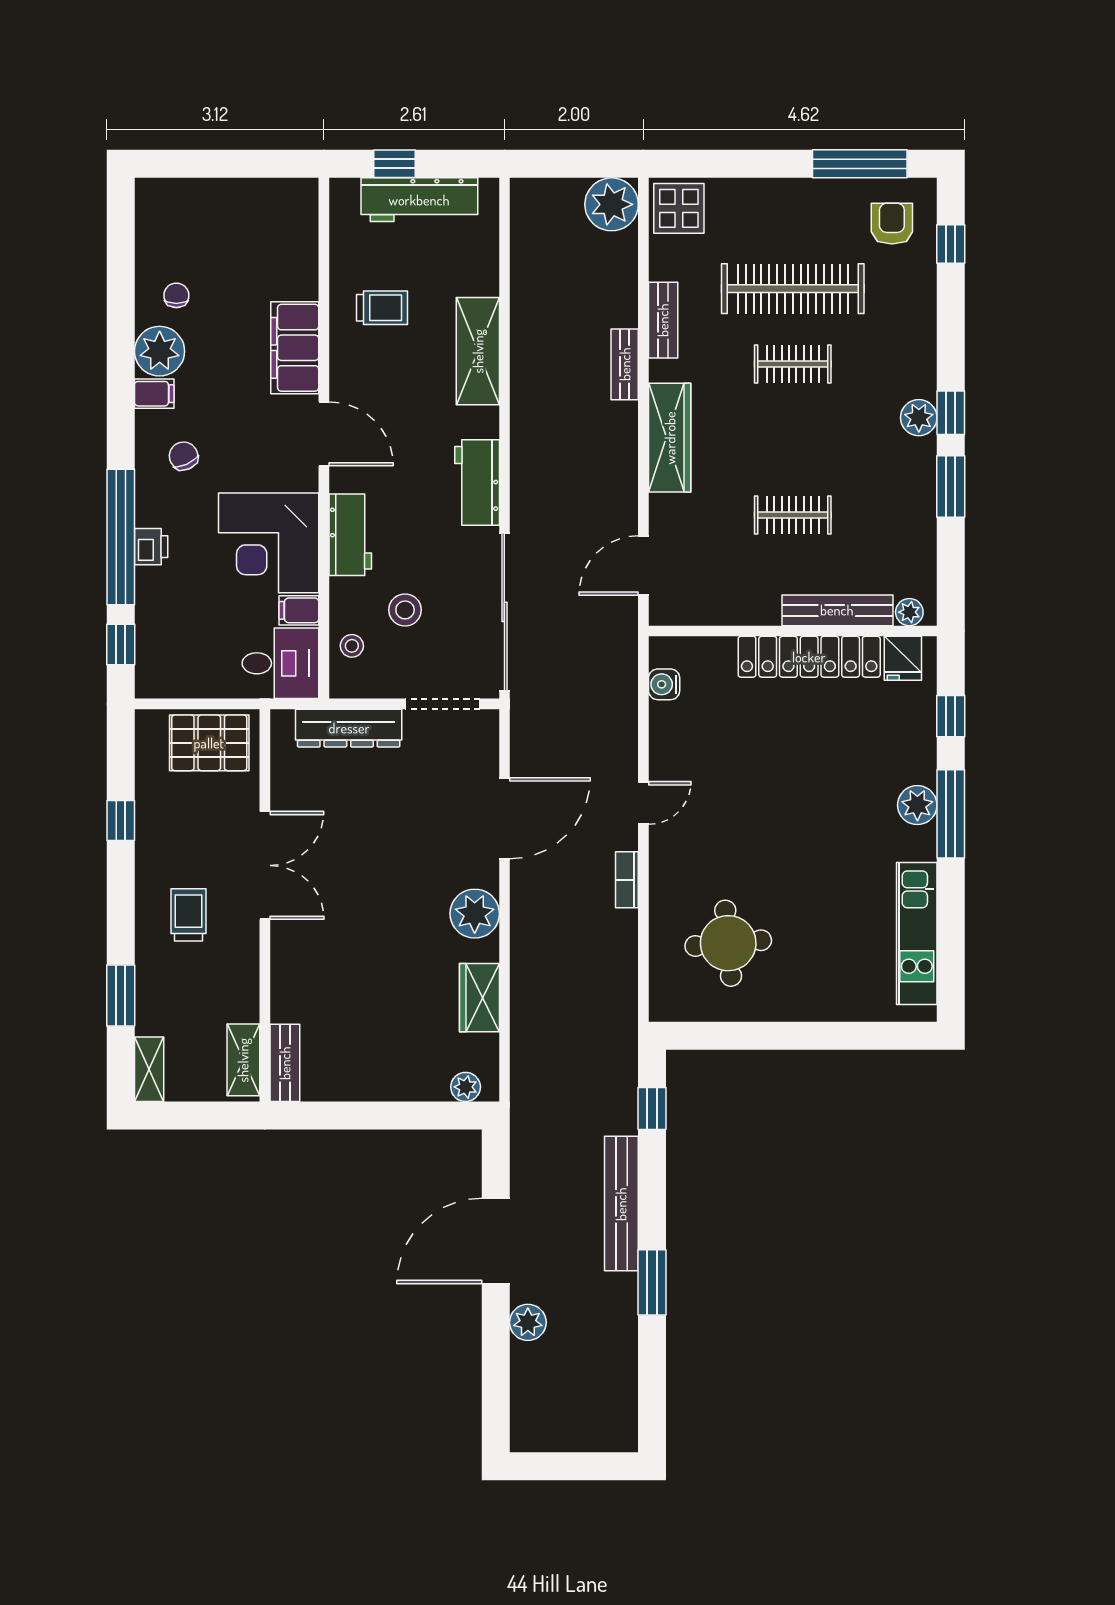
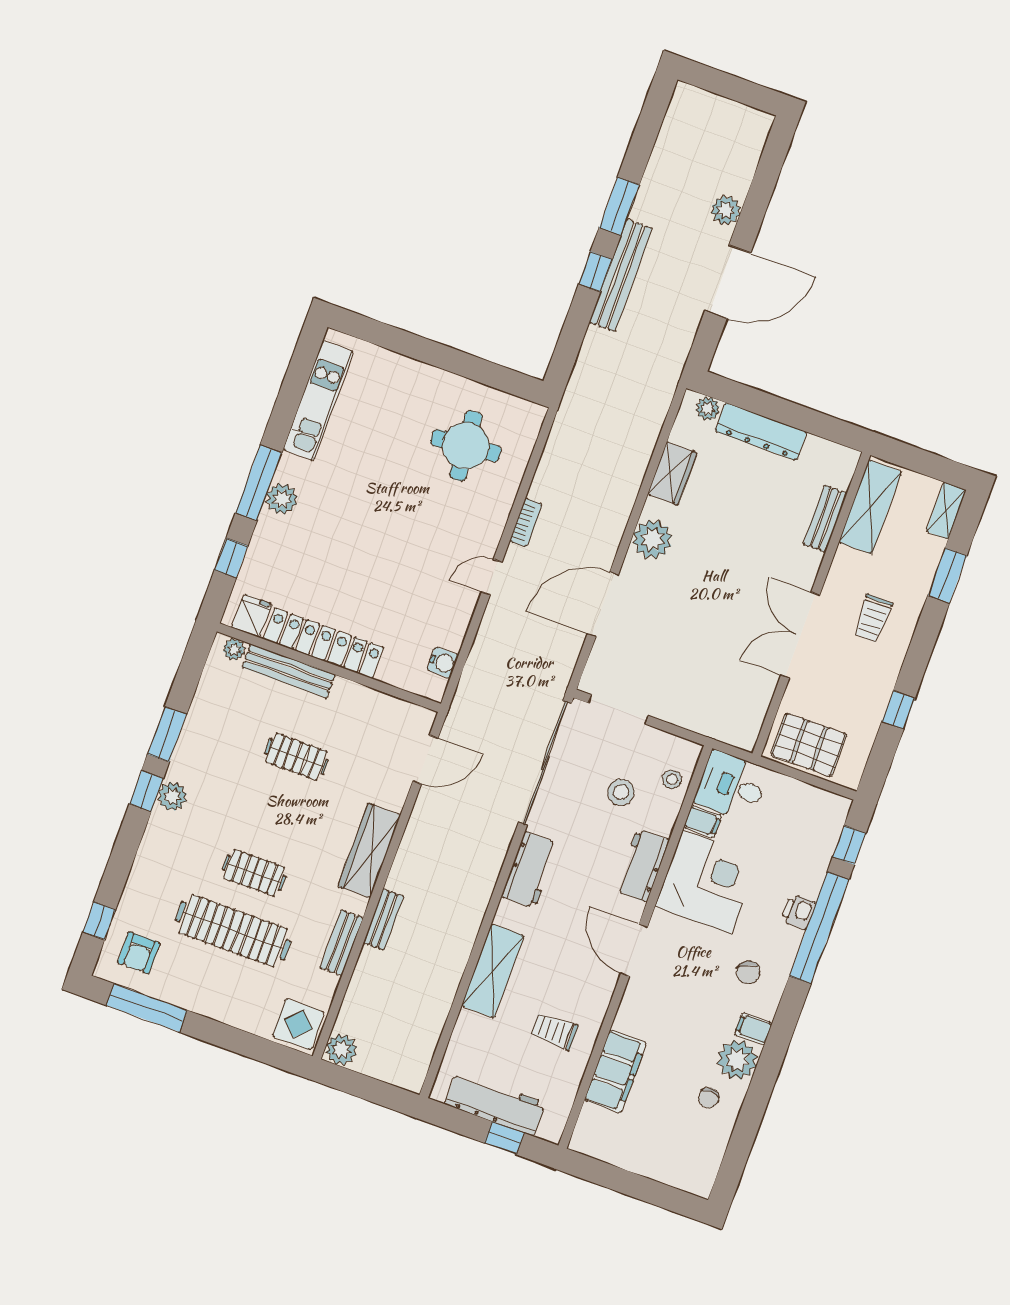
plant: (612, 204) -> (341, 1050), width x0.73, depth x0.73
filing cabinet: (295, 348) -> (615, 1071), moved
dresser: (349, 728) -> (761, 432), moved, turned 180
shelving: (243, 1060) -> (870, 507), width x1.50, depth x1.33
bench: (285, 1063) -> (825, 519), moved
window: (652, 1108) -> (595, 272), moved

